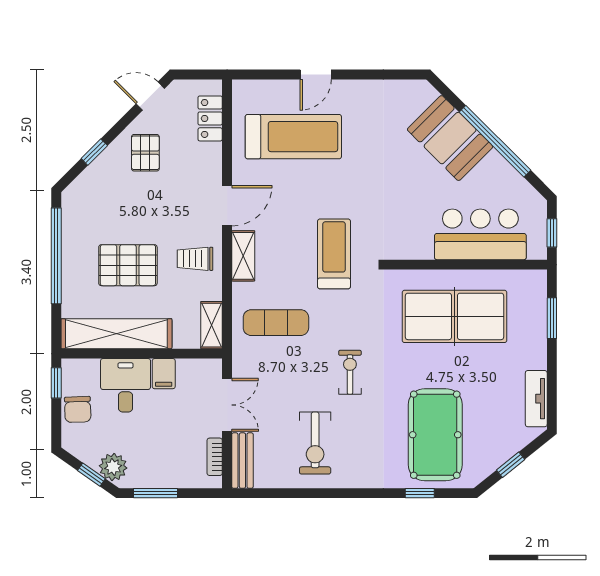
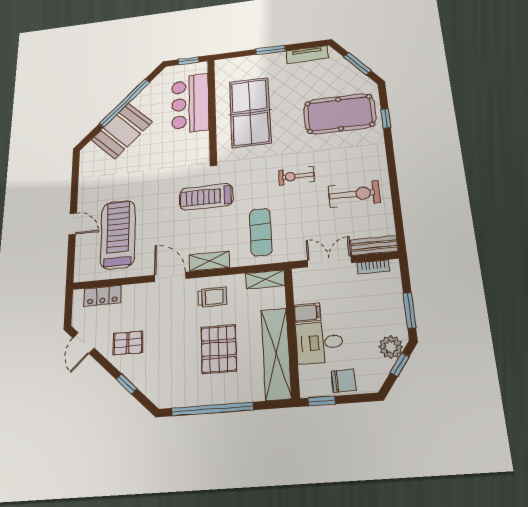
trolley: (195, 259) -> (212, 297), turned -90
window: (552, 318) -> (271, 50), moved
window: (511, 465) -> (357, 64), width x1.50

